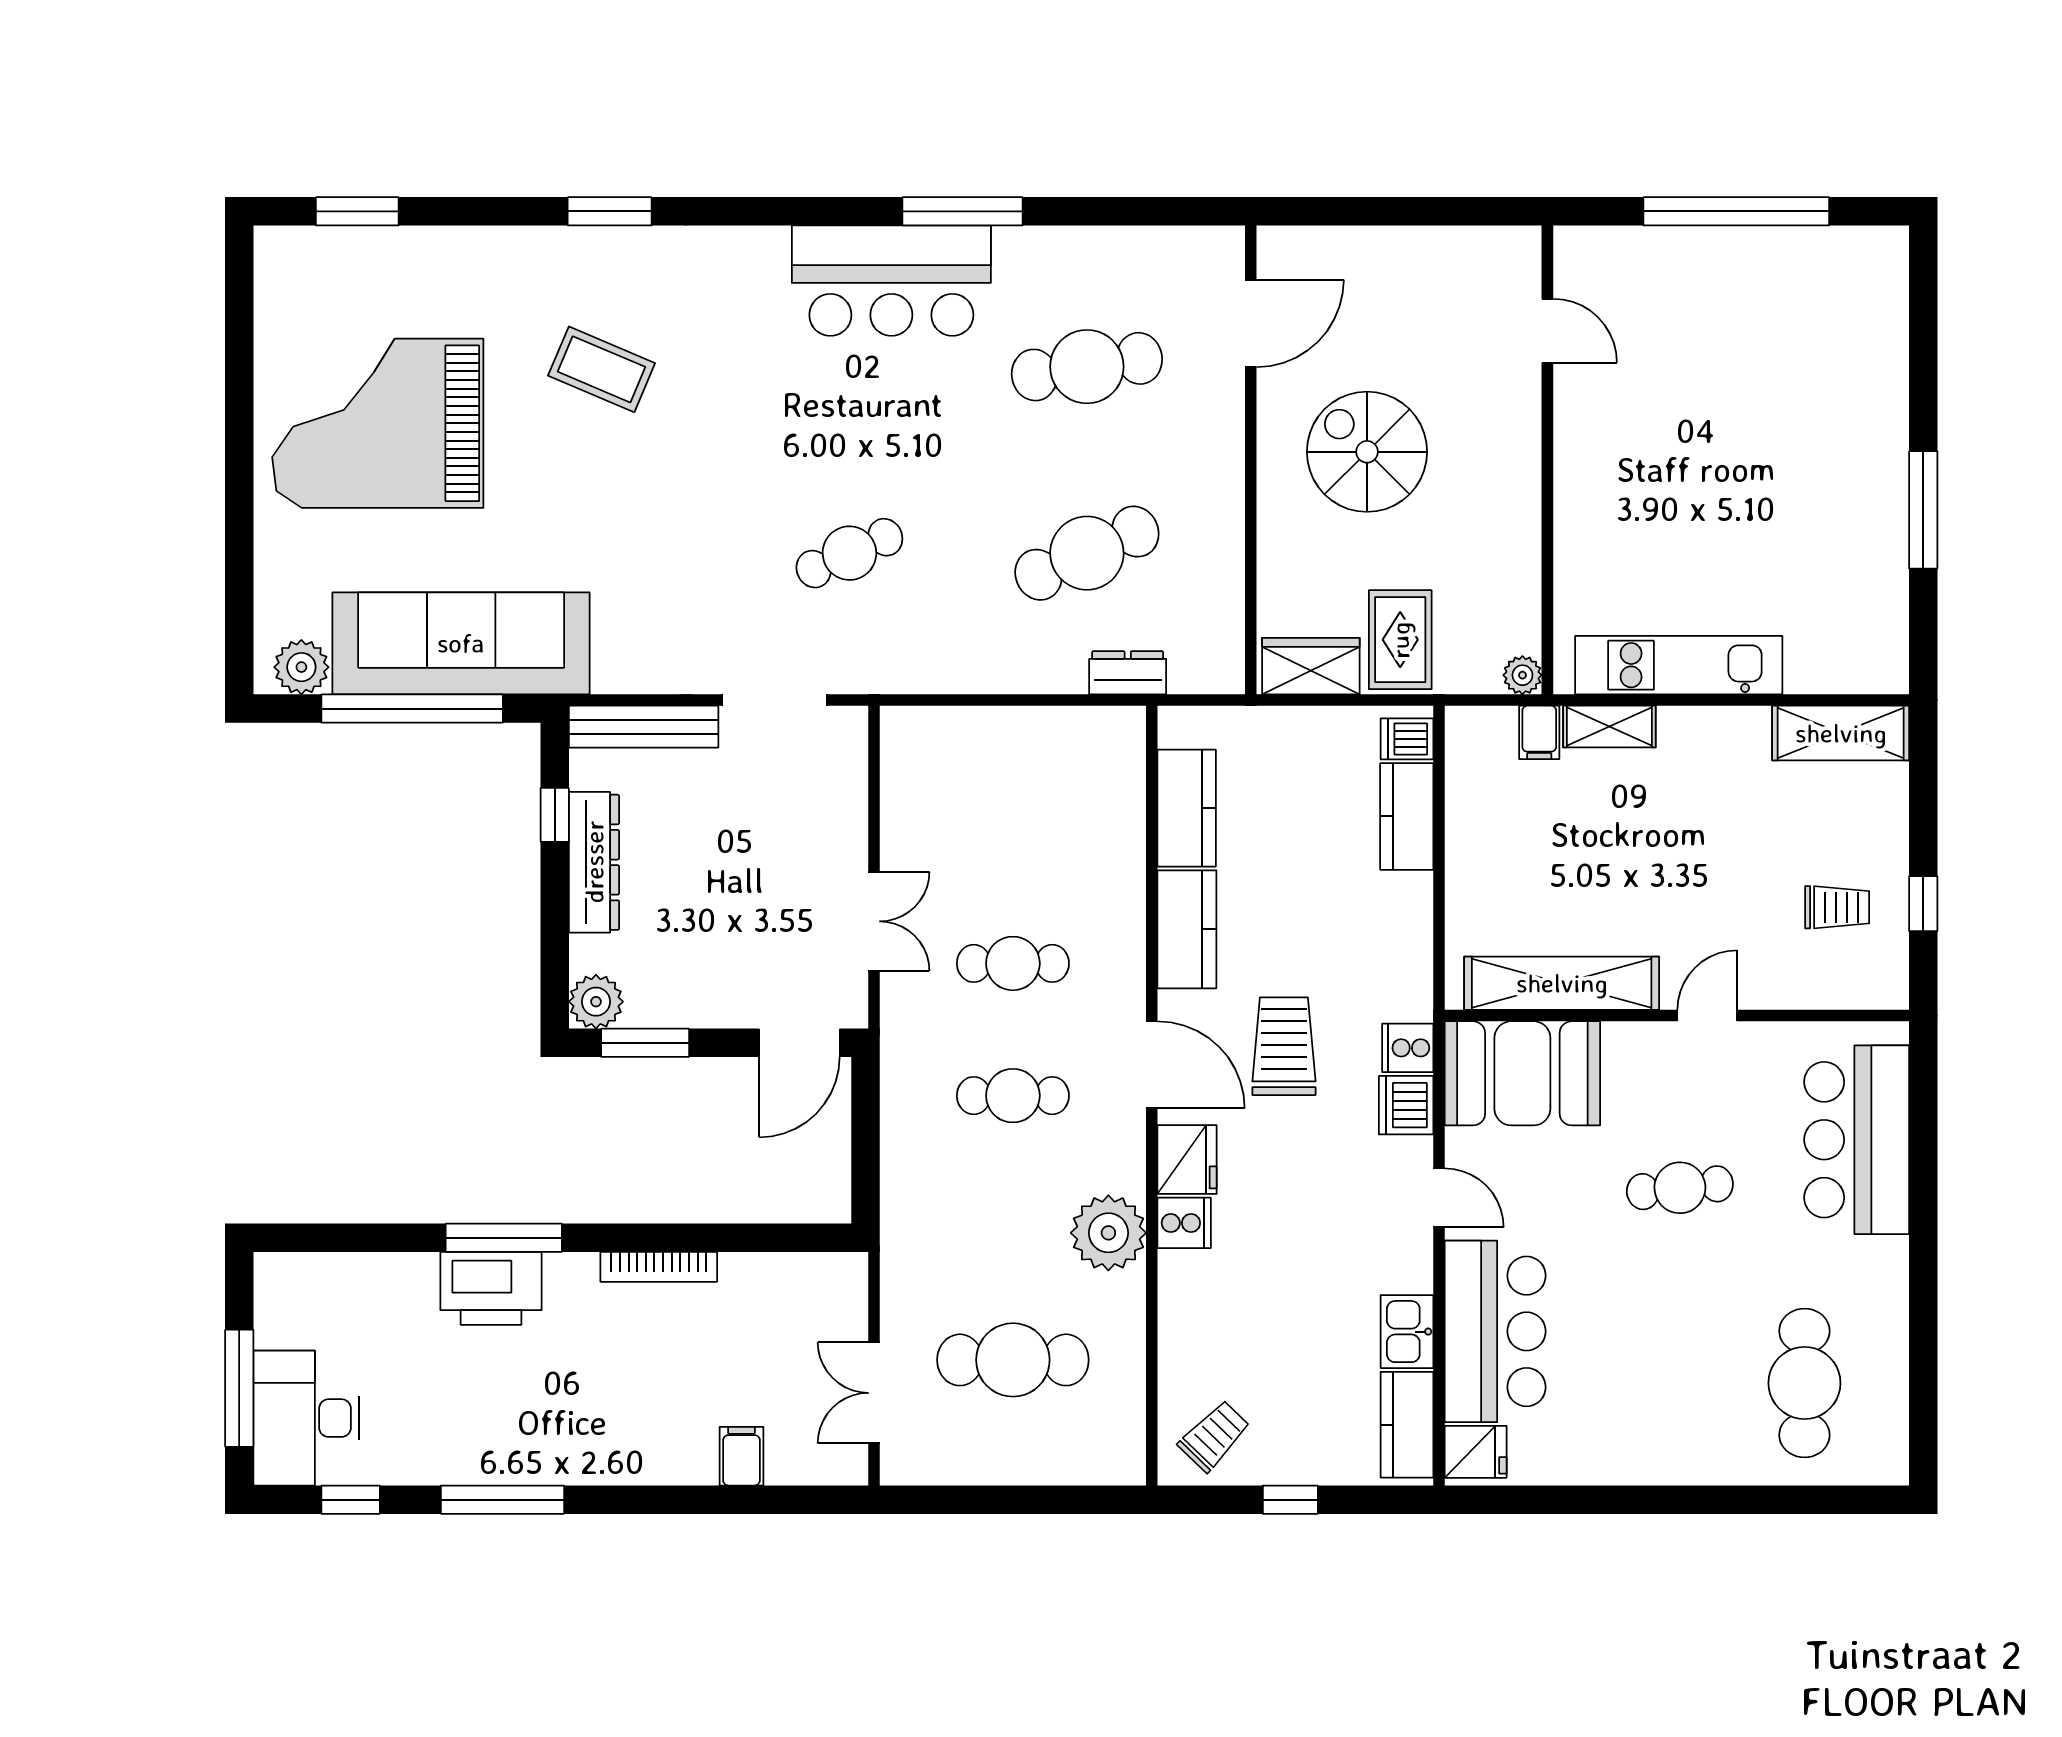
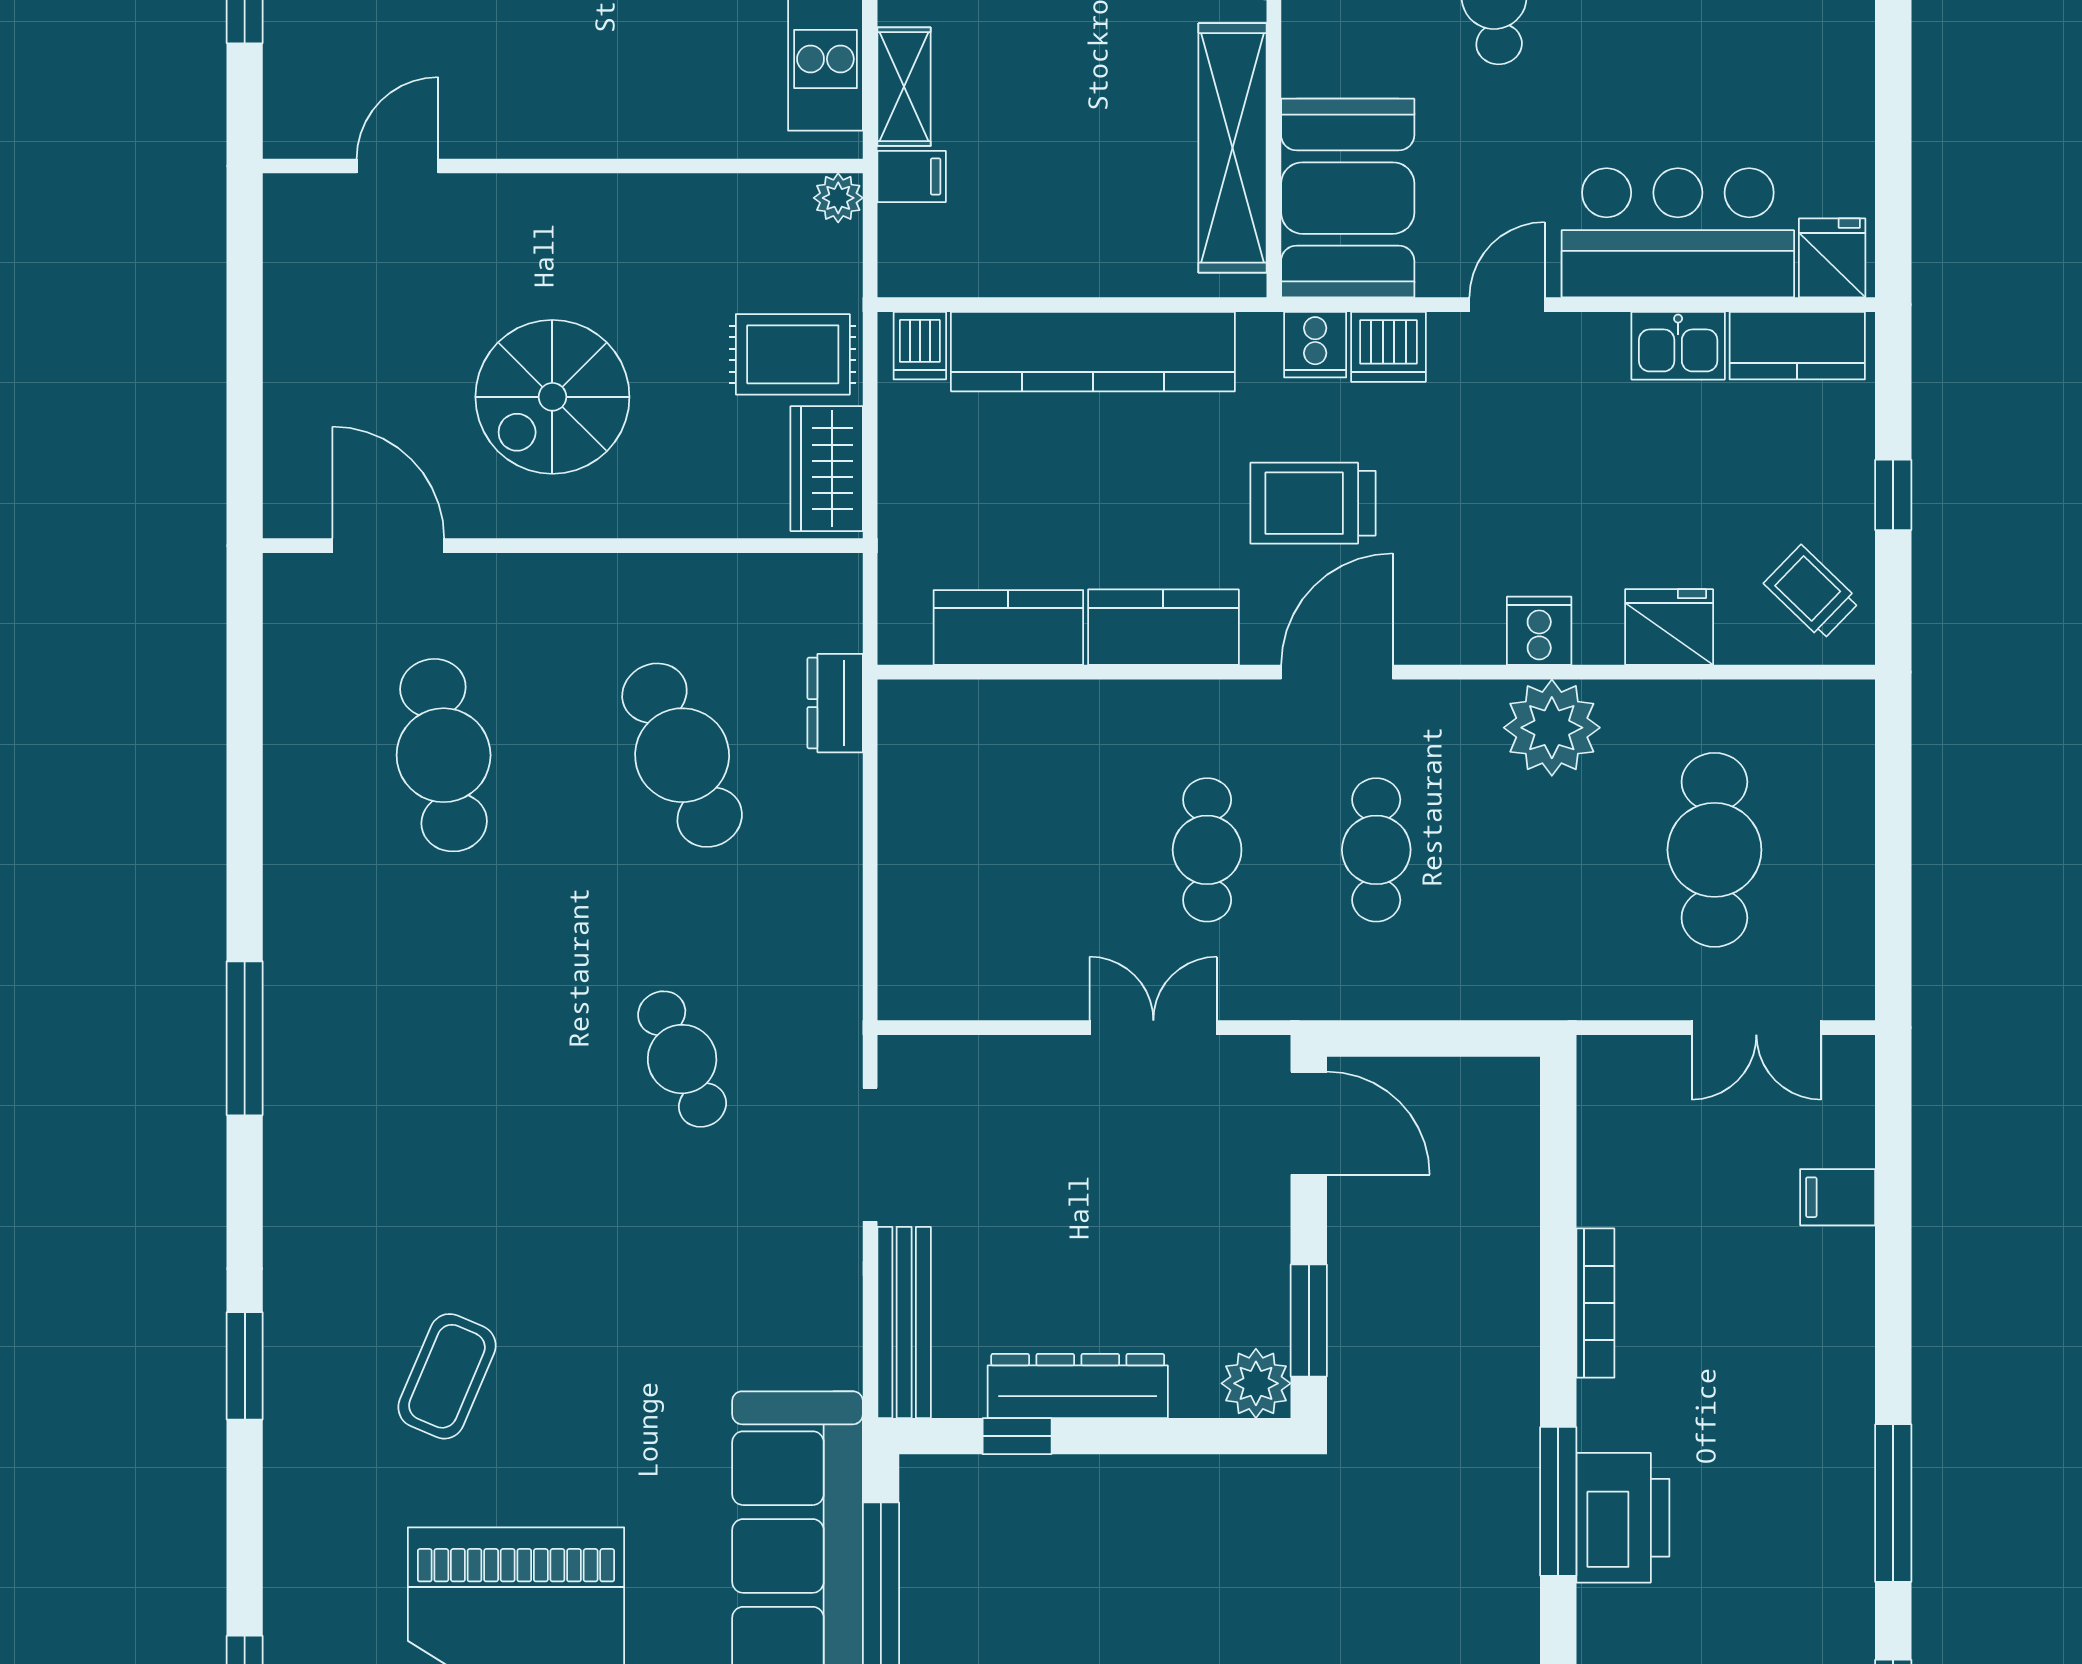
window: (962, 211) -> (245, 1038), moved
bar counter: (891, 281) -> (333, 1005), removed
kitchen counter: (1407, 816) -> (1093, 352), width x2.08, depth x1.17
fridge: (1187, 1160) -> (1669, 627), moved

